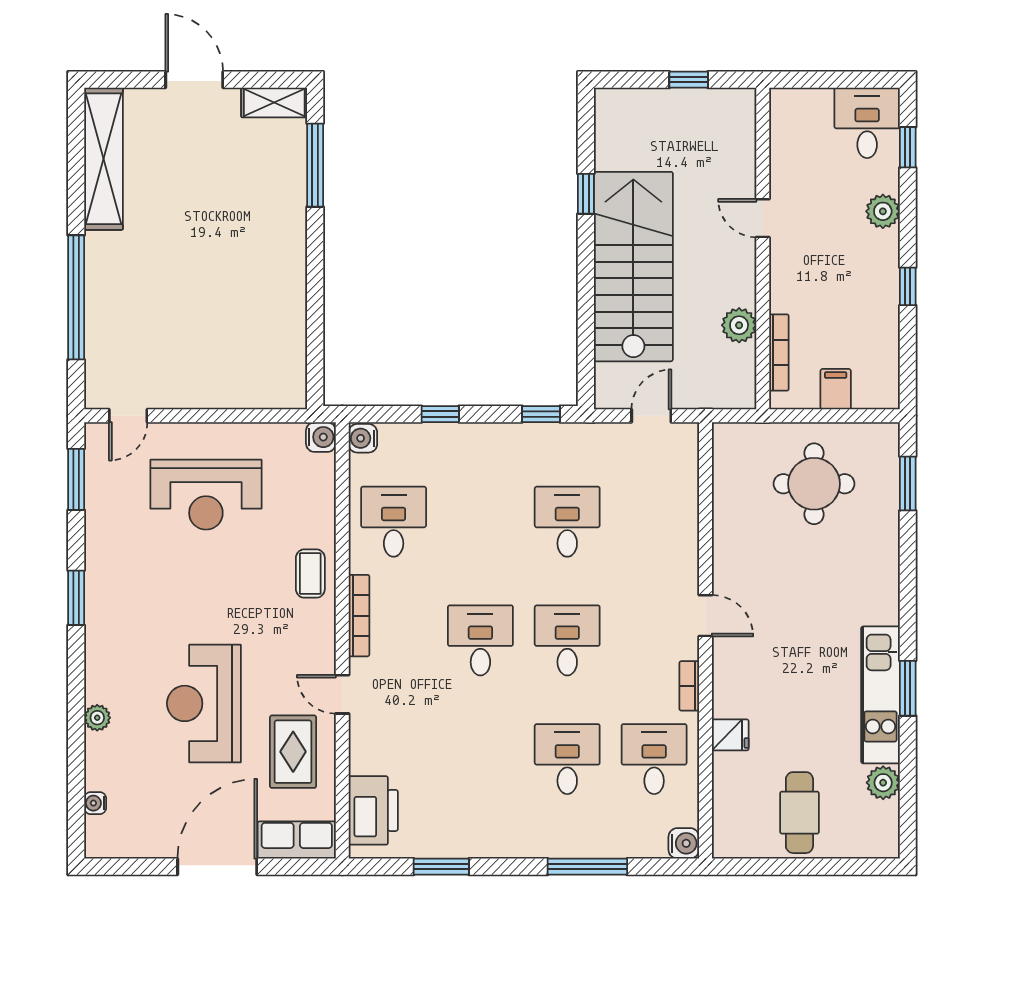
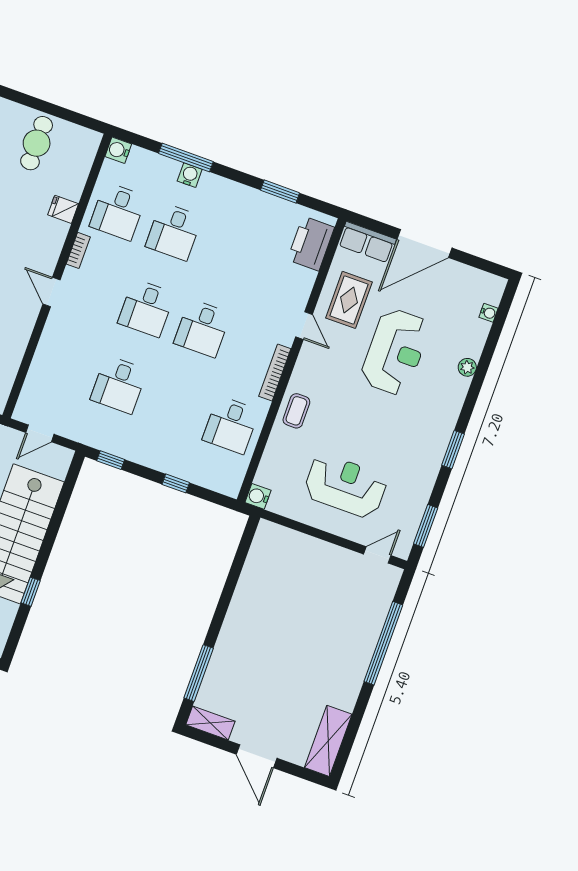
shelving: (104, 159) -> (328, 741), width x0.68
water cooler: (363, 438) -> (190, 175), moved, turned -90

